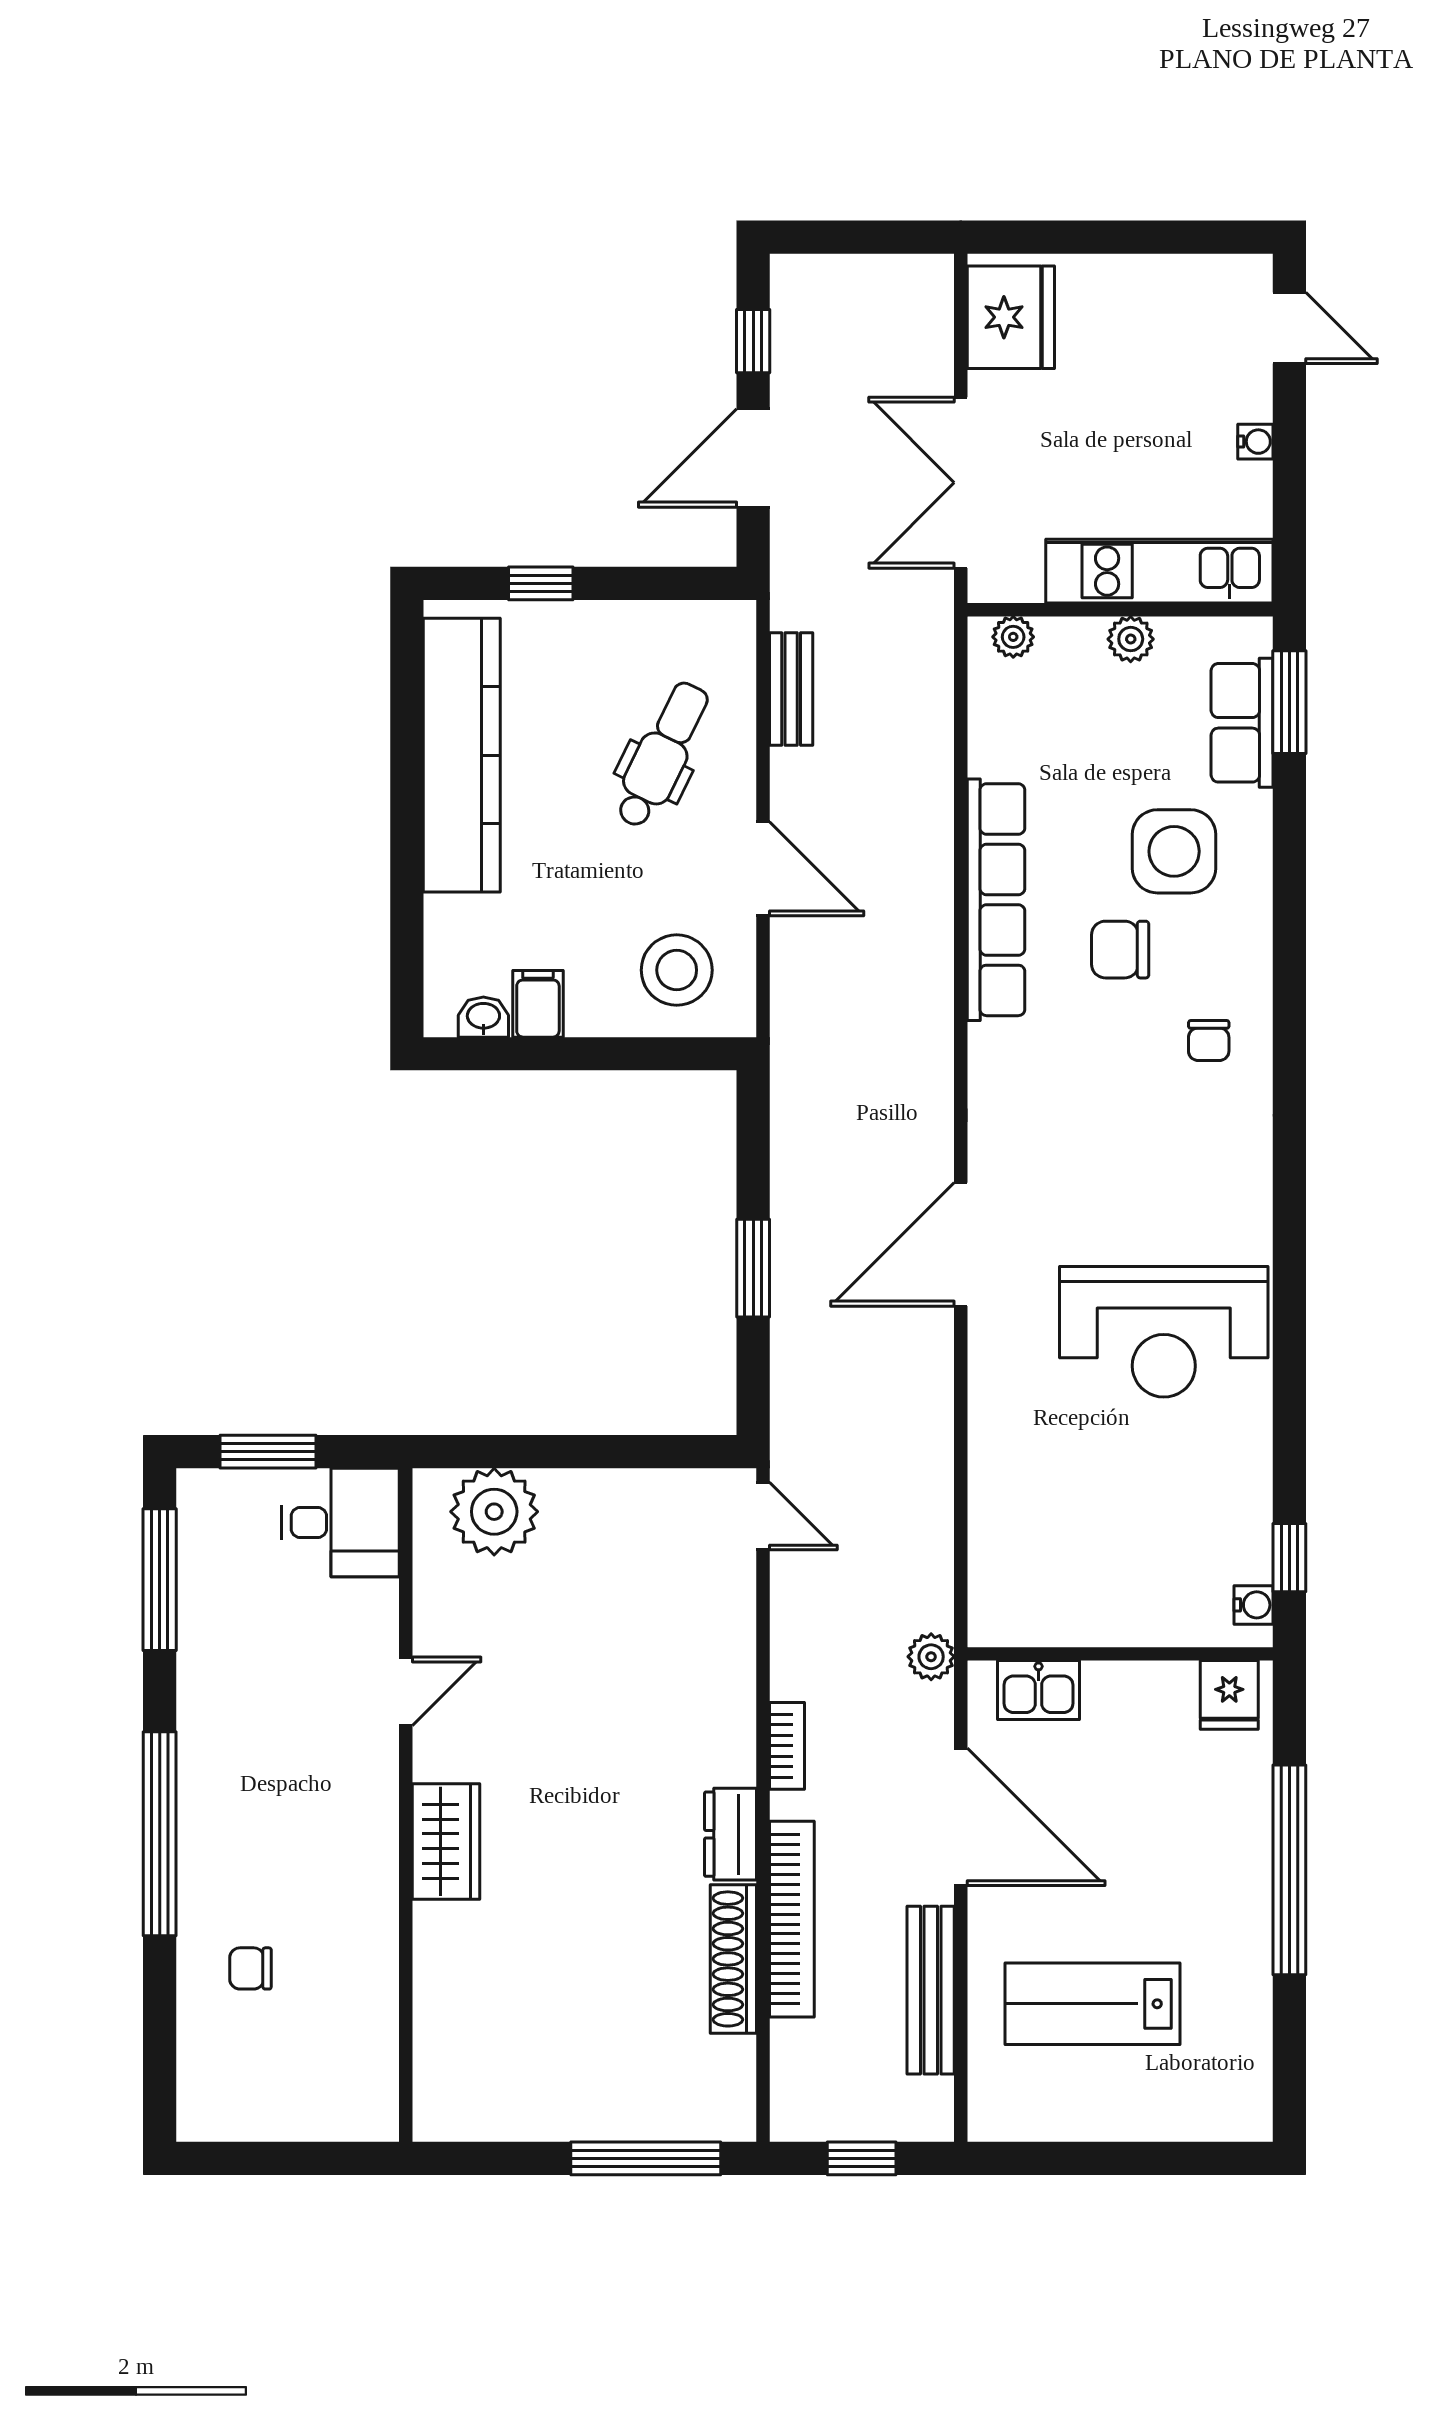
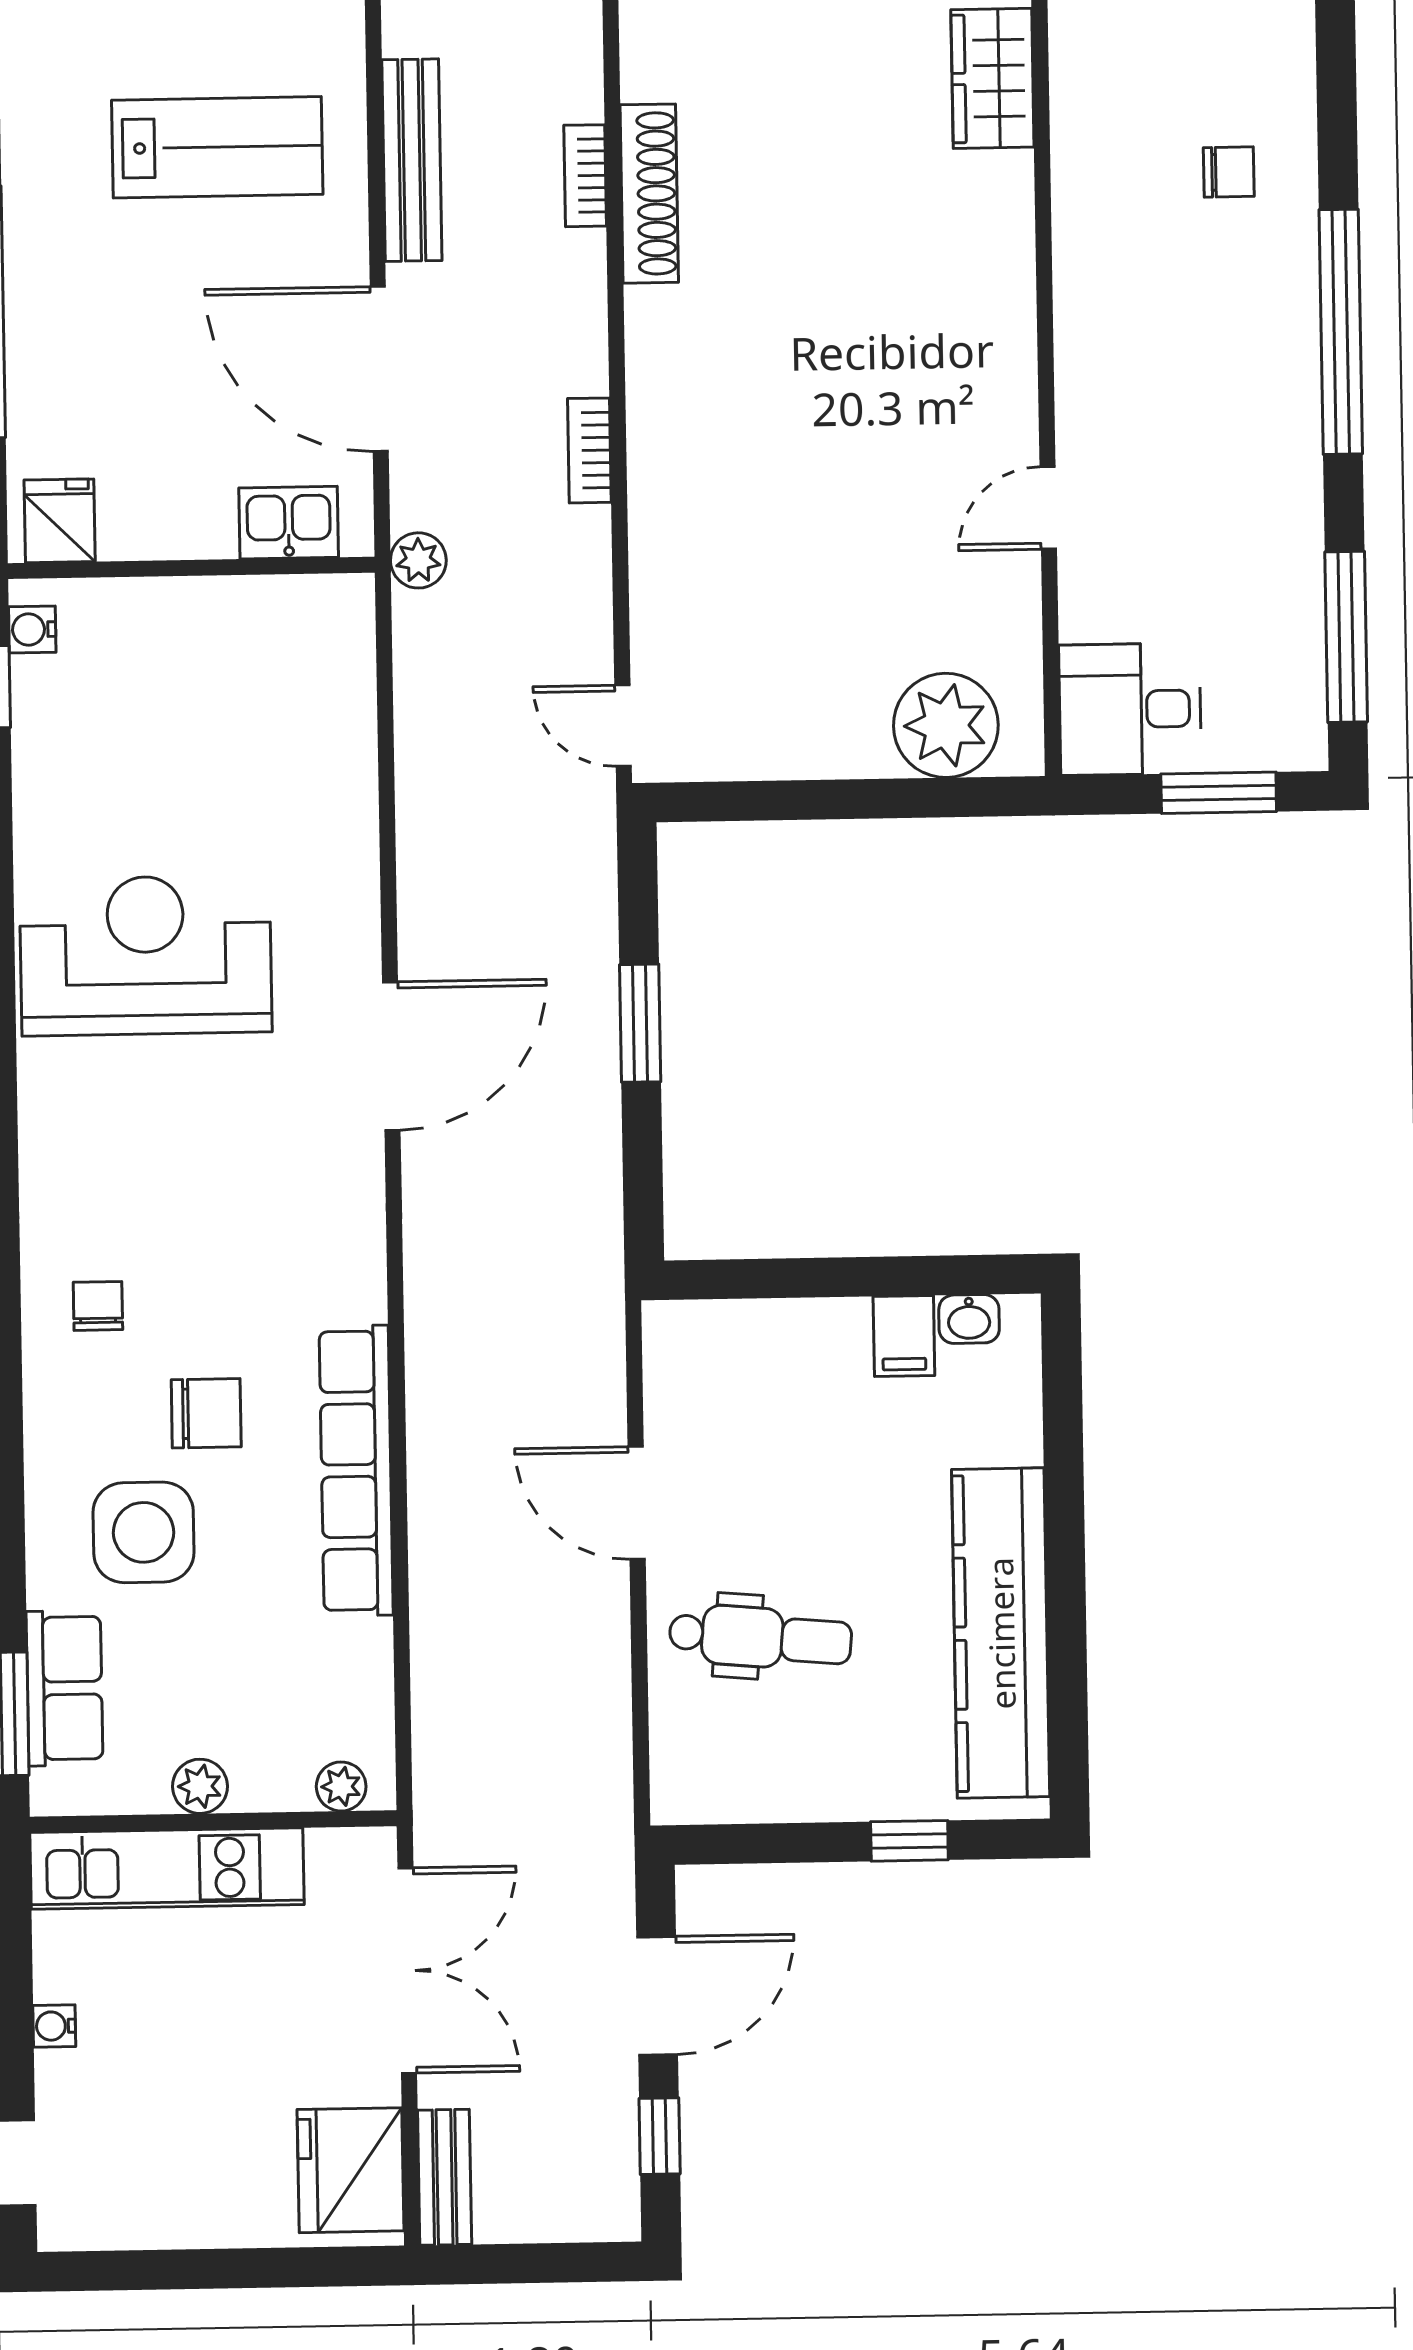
bench: (791, 689) -> (445, 2177), moved
dental chair: (662, 755) -> (760, 1637), turned -111
stool: (677, 970) -> (738, 1379), removed
dresser: (731, 1834) -> (655, 343), removed
wardrobe: (446, 1841) -> (992, 78), moved
bookcase: (792, 1919) -> (585, 176), width x0.43, depth x0.76

